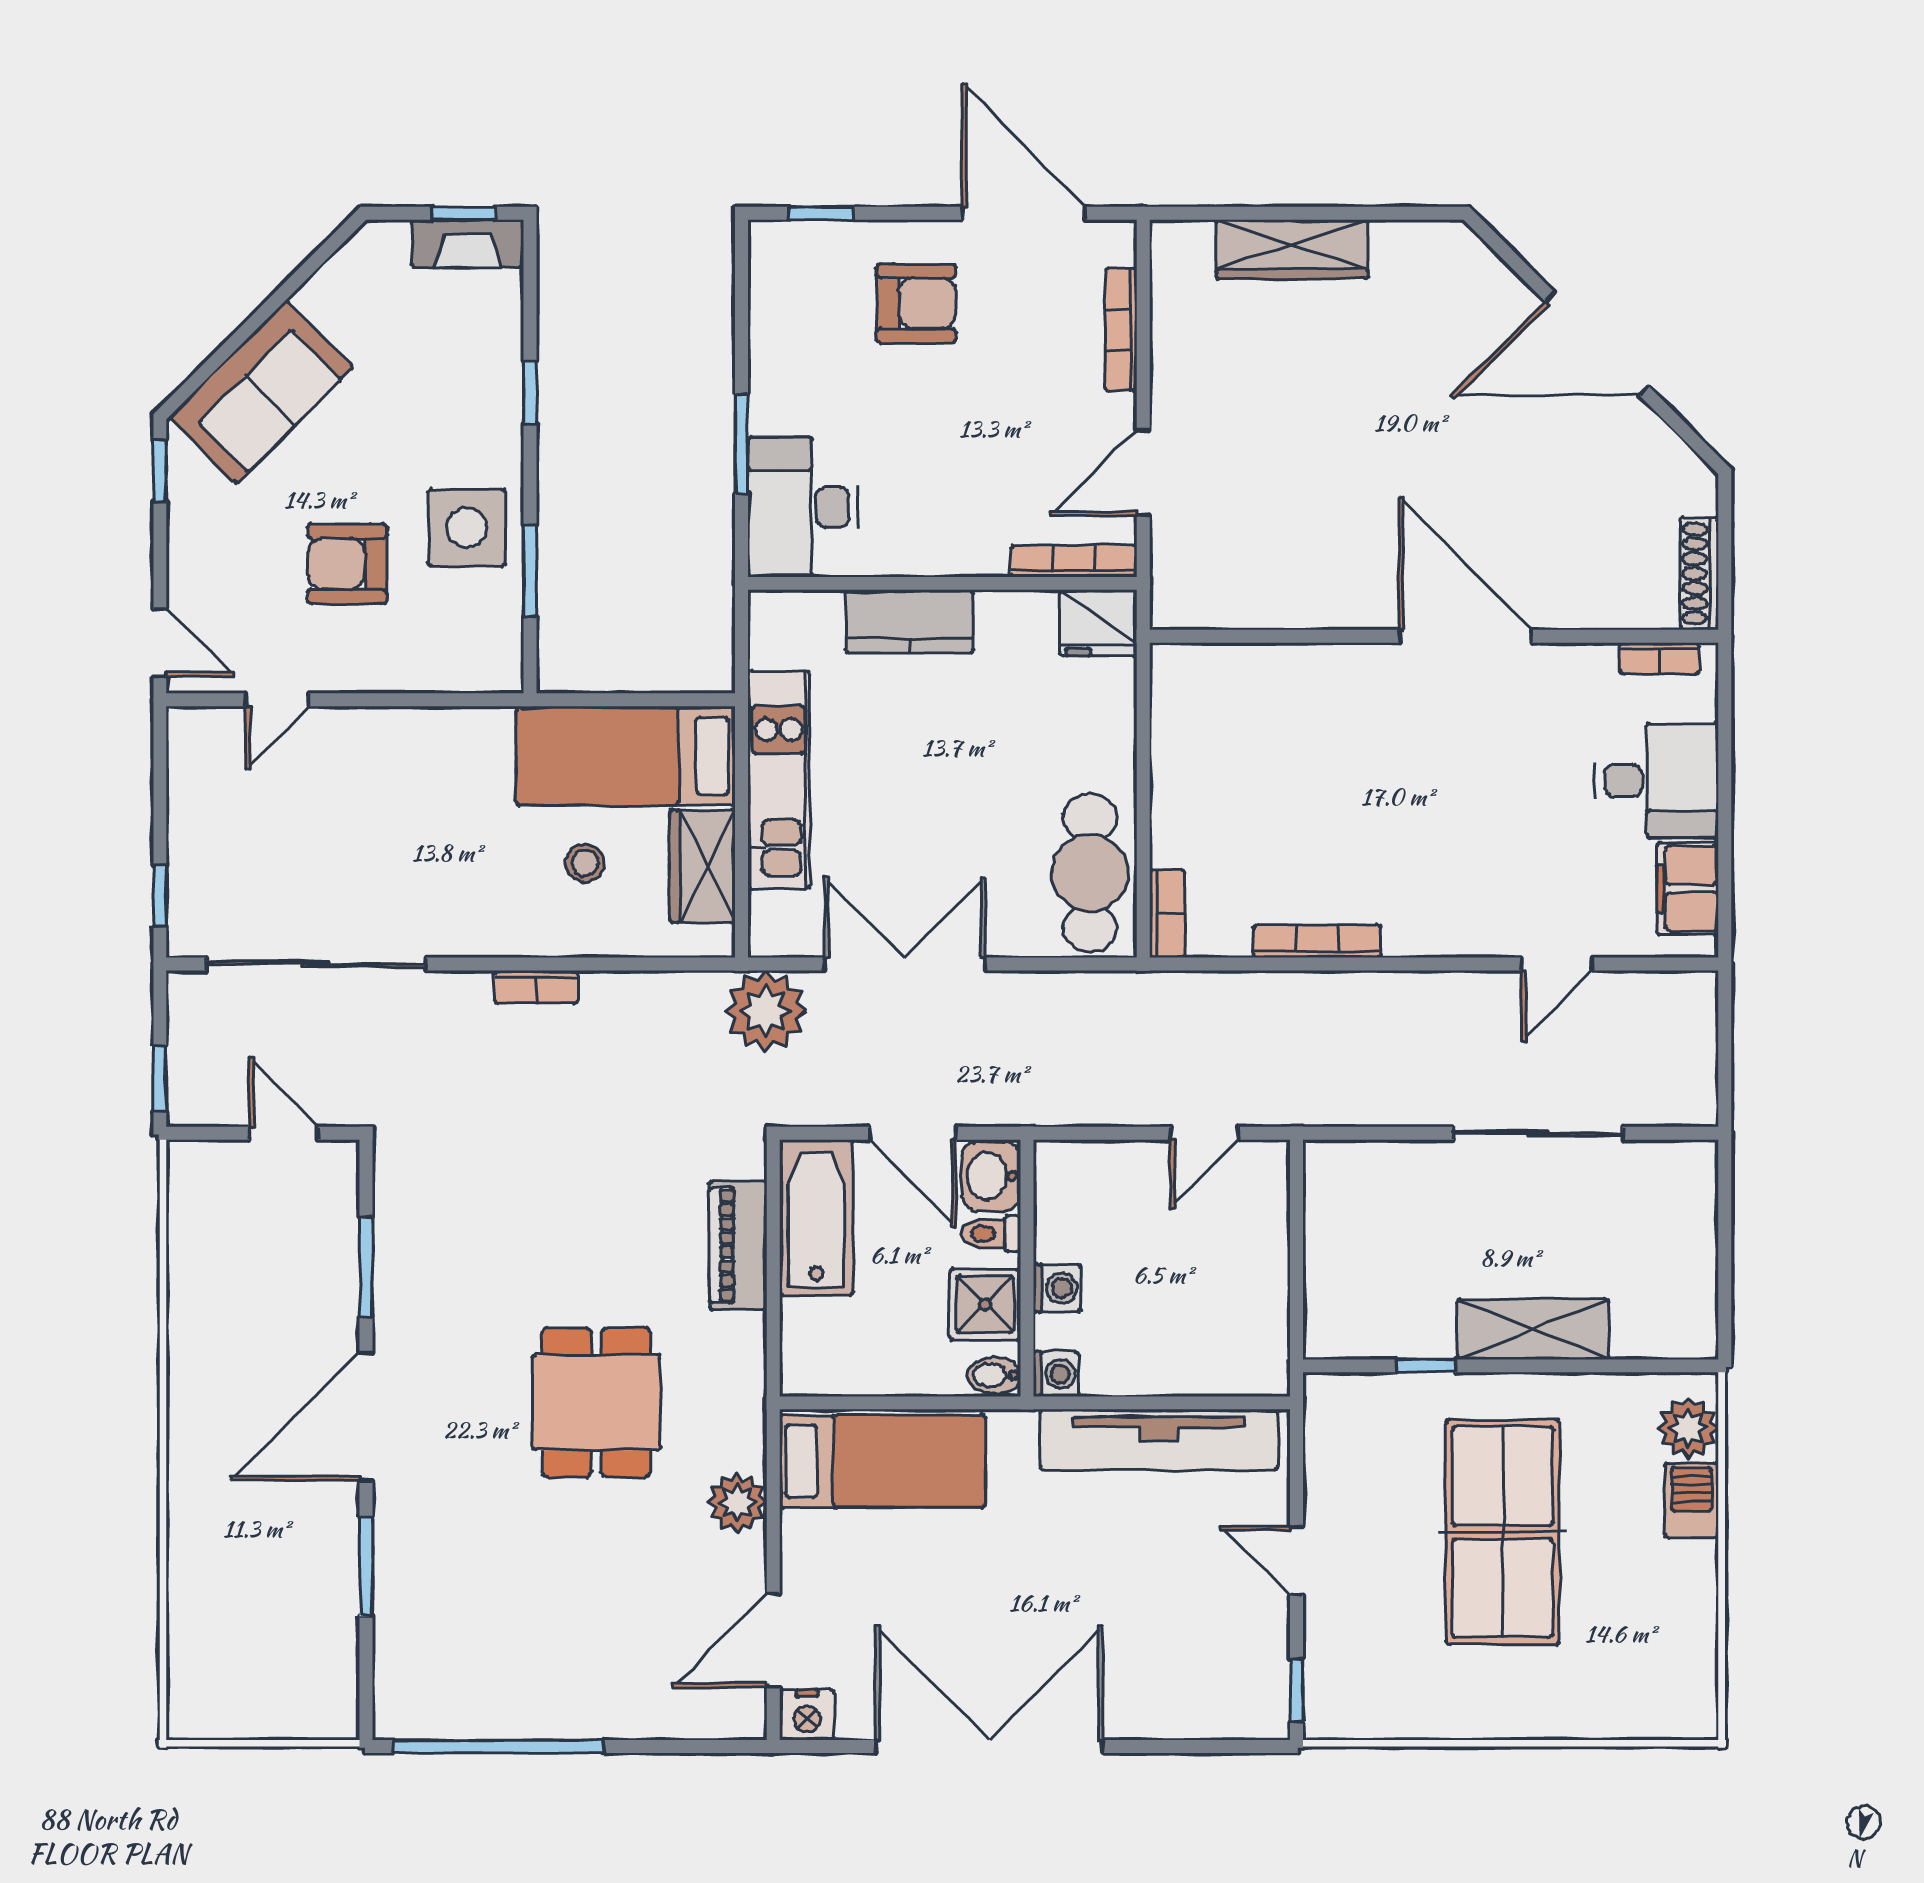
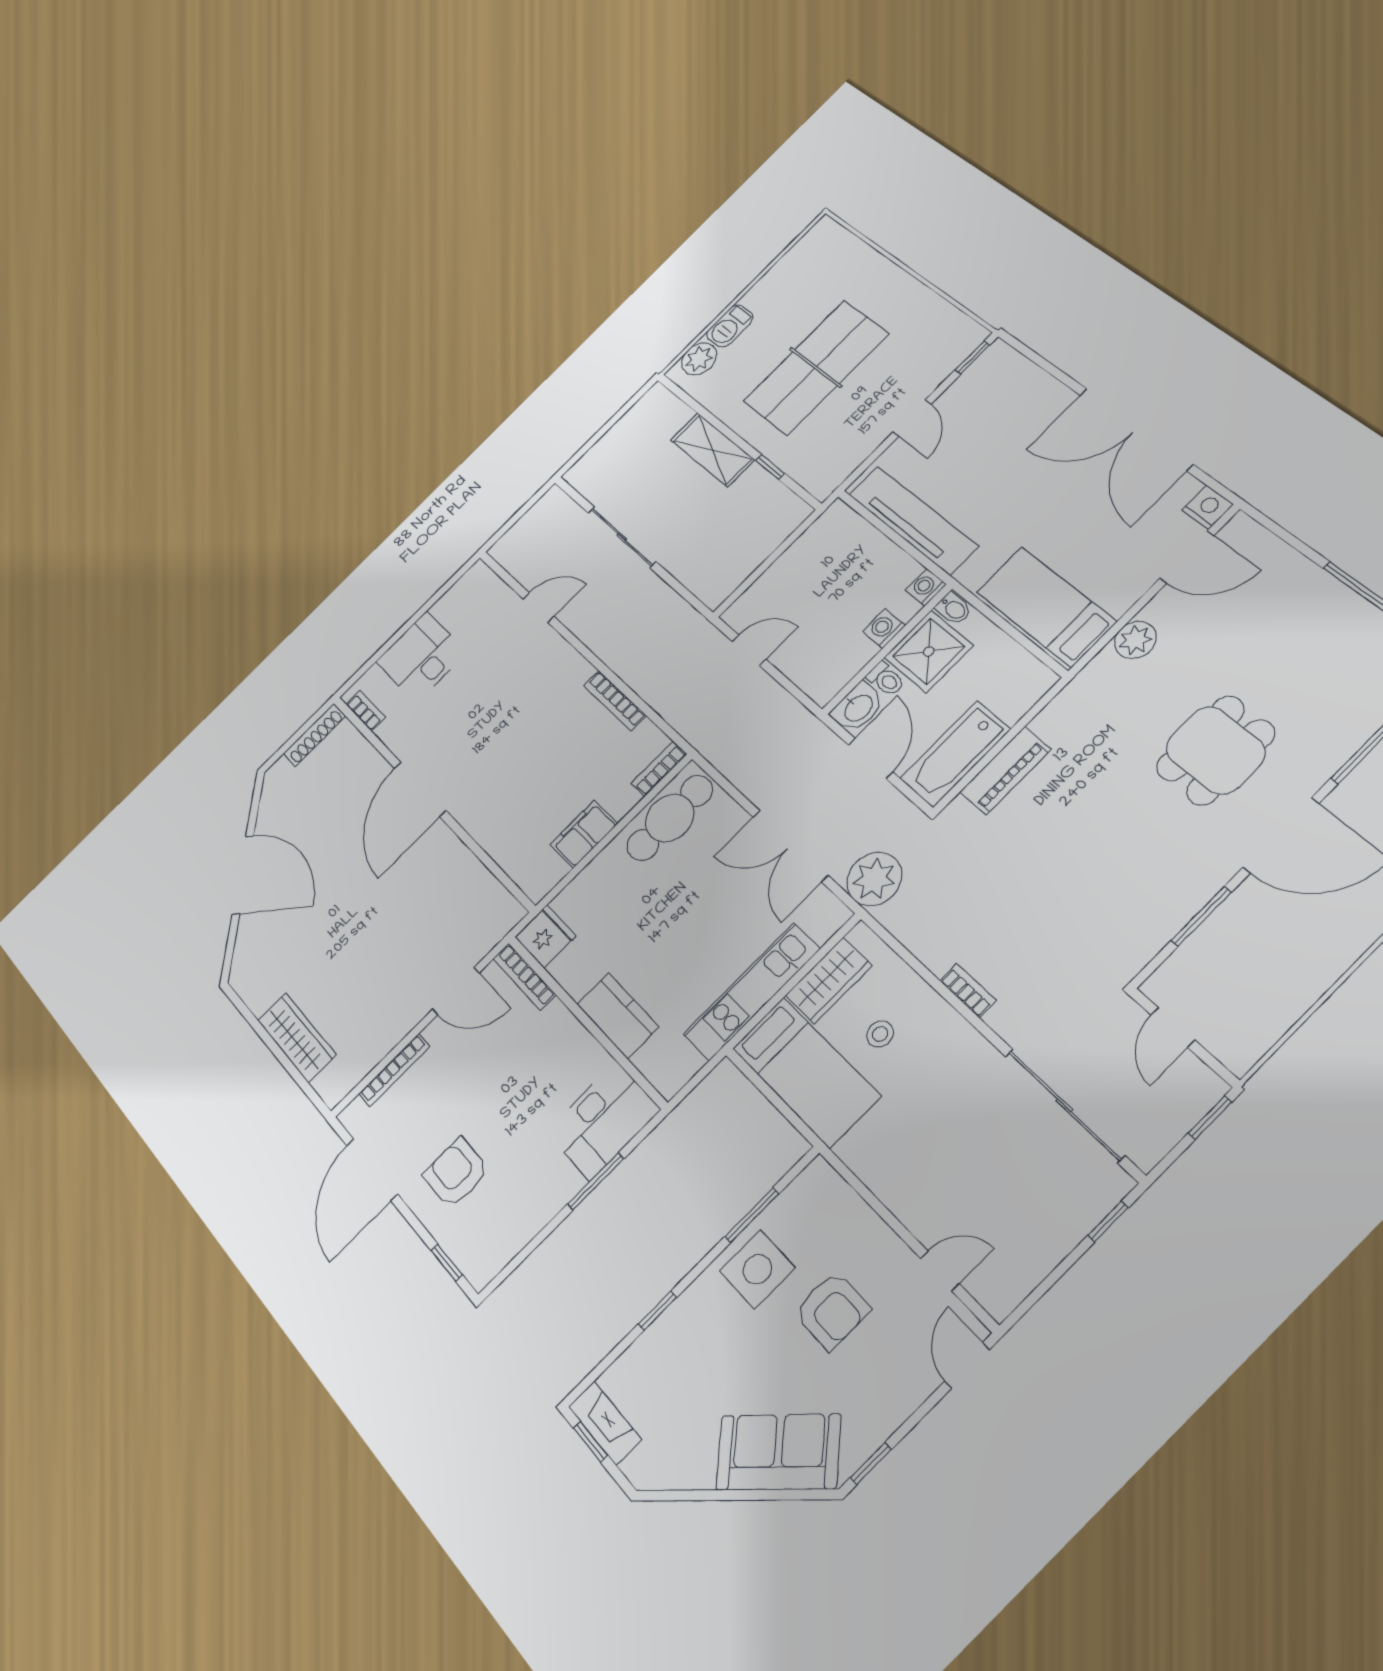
filing cabinet: (1688, 888) -> (584, 834), moved, turned 180
shower: (985, 1304) -> (929, 651), width x1.36, depth x1.36
dining table: (596, 1402) -> (1215, 750), moved

